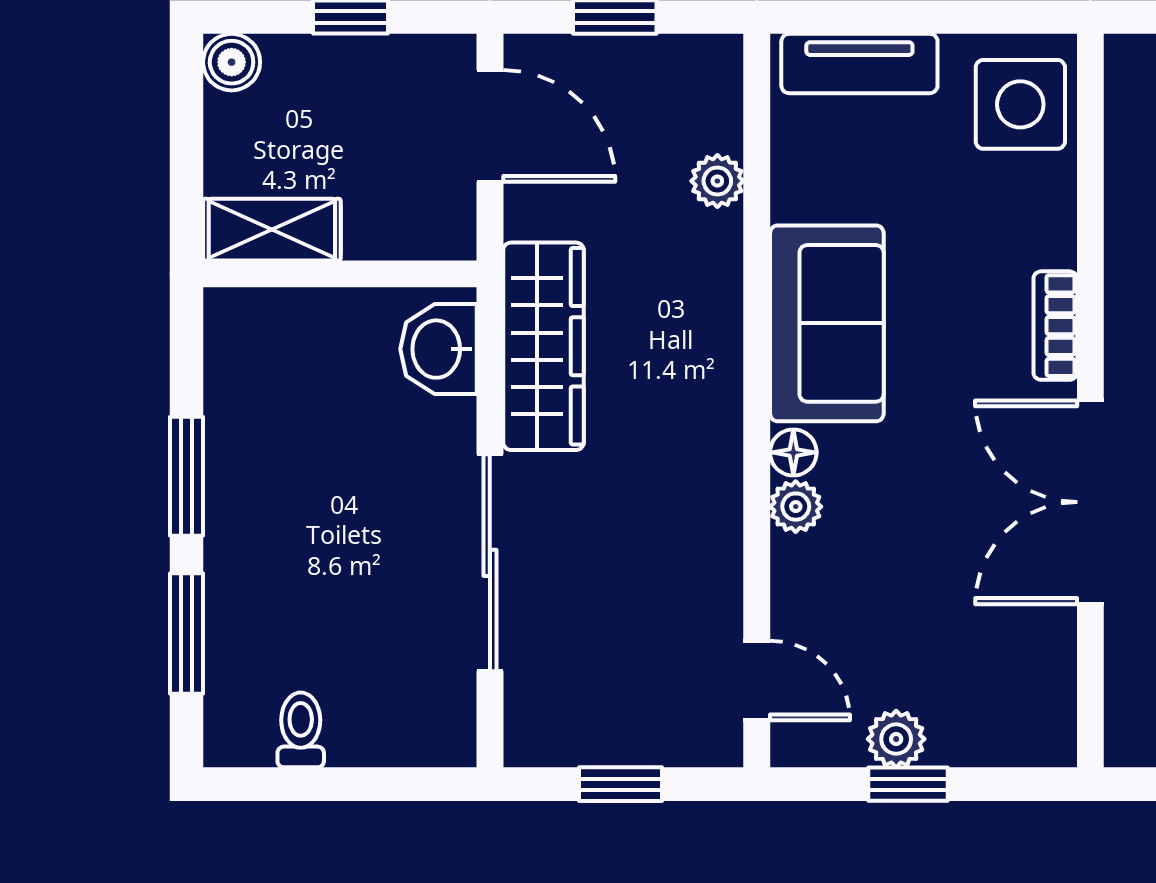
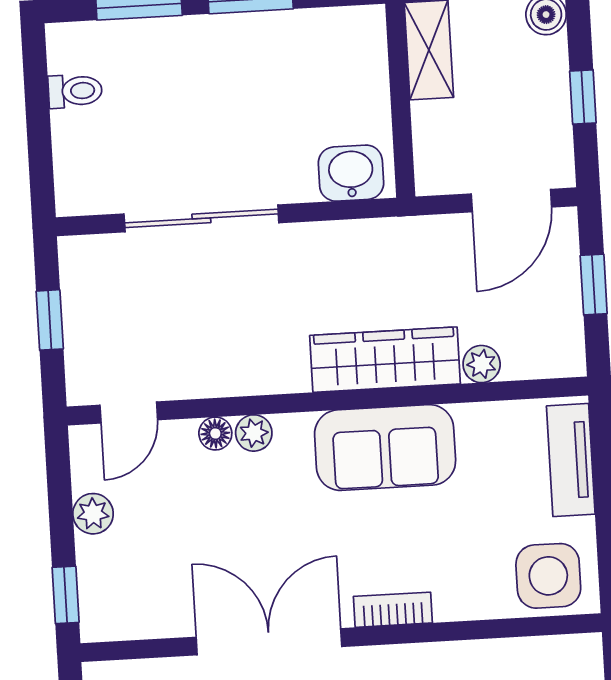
wardrobe: (543, 346) -> (385, 360), moved, turned 180
floor lamp: (793, 452) -> (215, 433), moved
window: (908, 784) -> (66, 595), moved

